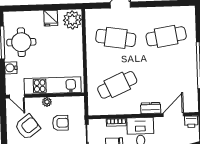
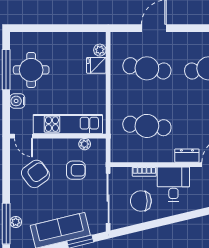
fridge: (51, 18) -> (96, 65), moved, turned 90
plant: (72, 20) -> (100, 50), width x0.53, depth x0.53
cafe table: (117, 85) -> (147, 126), turned 30
plant: (47, 102) -> (85, 144), moved

